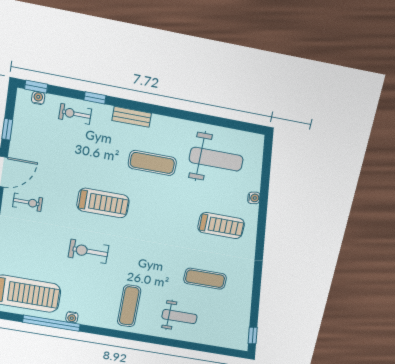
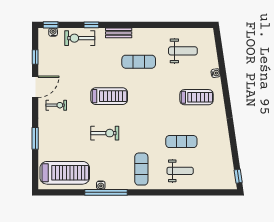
exercise bike: (75, 114) -> (80, 38), width x1.38, depth x1.39
weight bench: (216, 159) -> (183, 51), width x0.73, depth x0.75
exercise bike: (88, 251) -> (105, 133), turned 180
exercise mat: (205, 279) -> (181, 142), moved
window: (51, 323) -> (106, 192), moved

